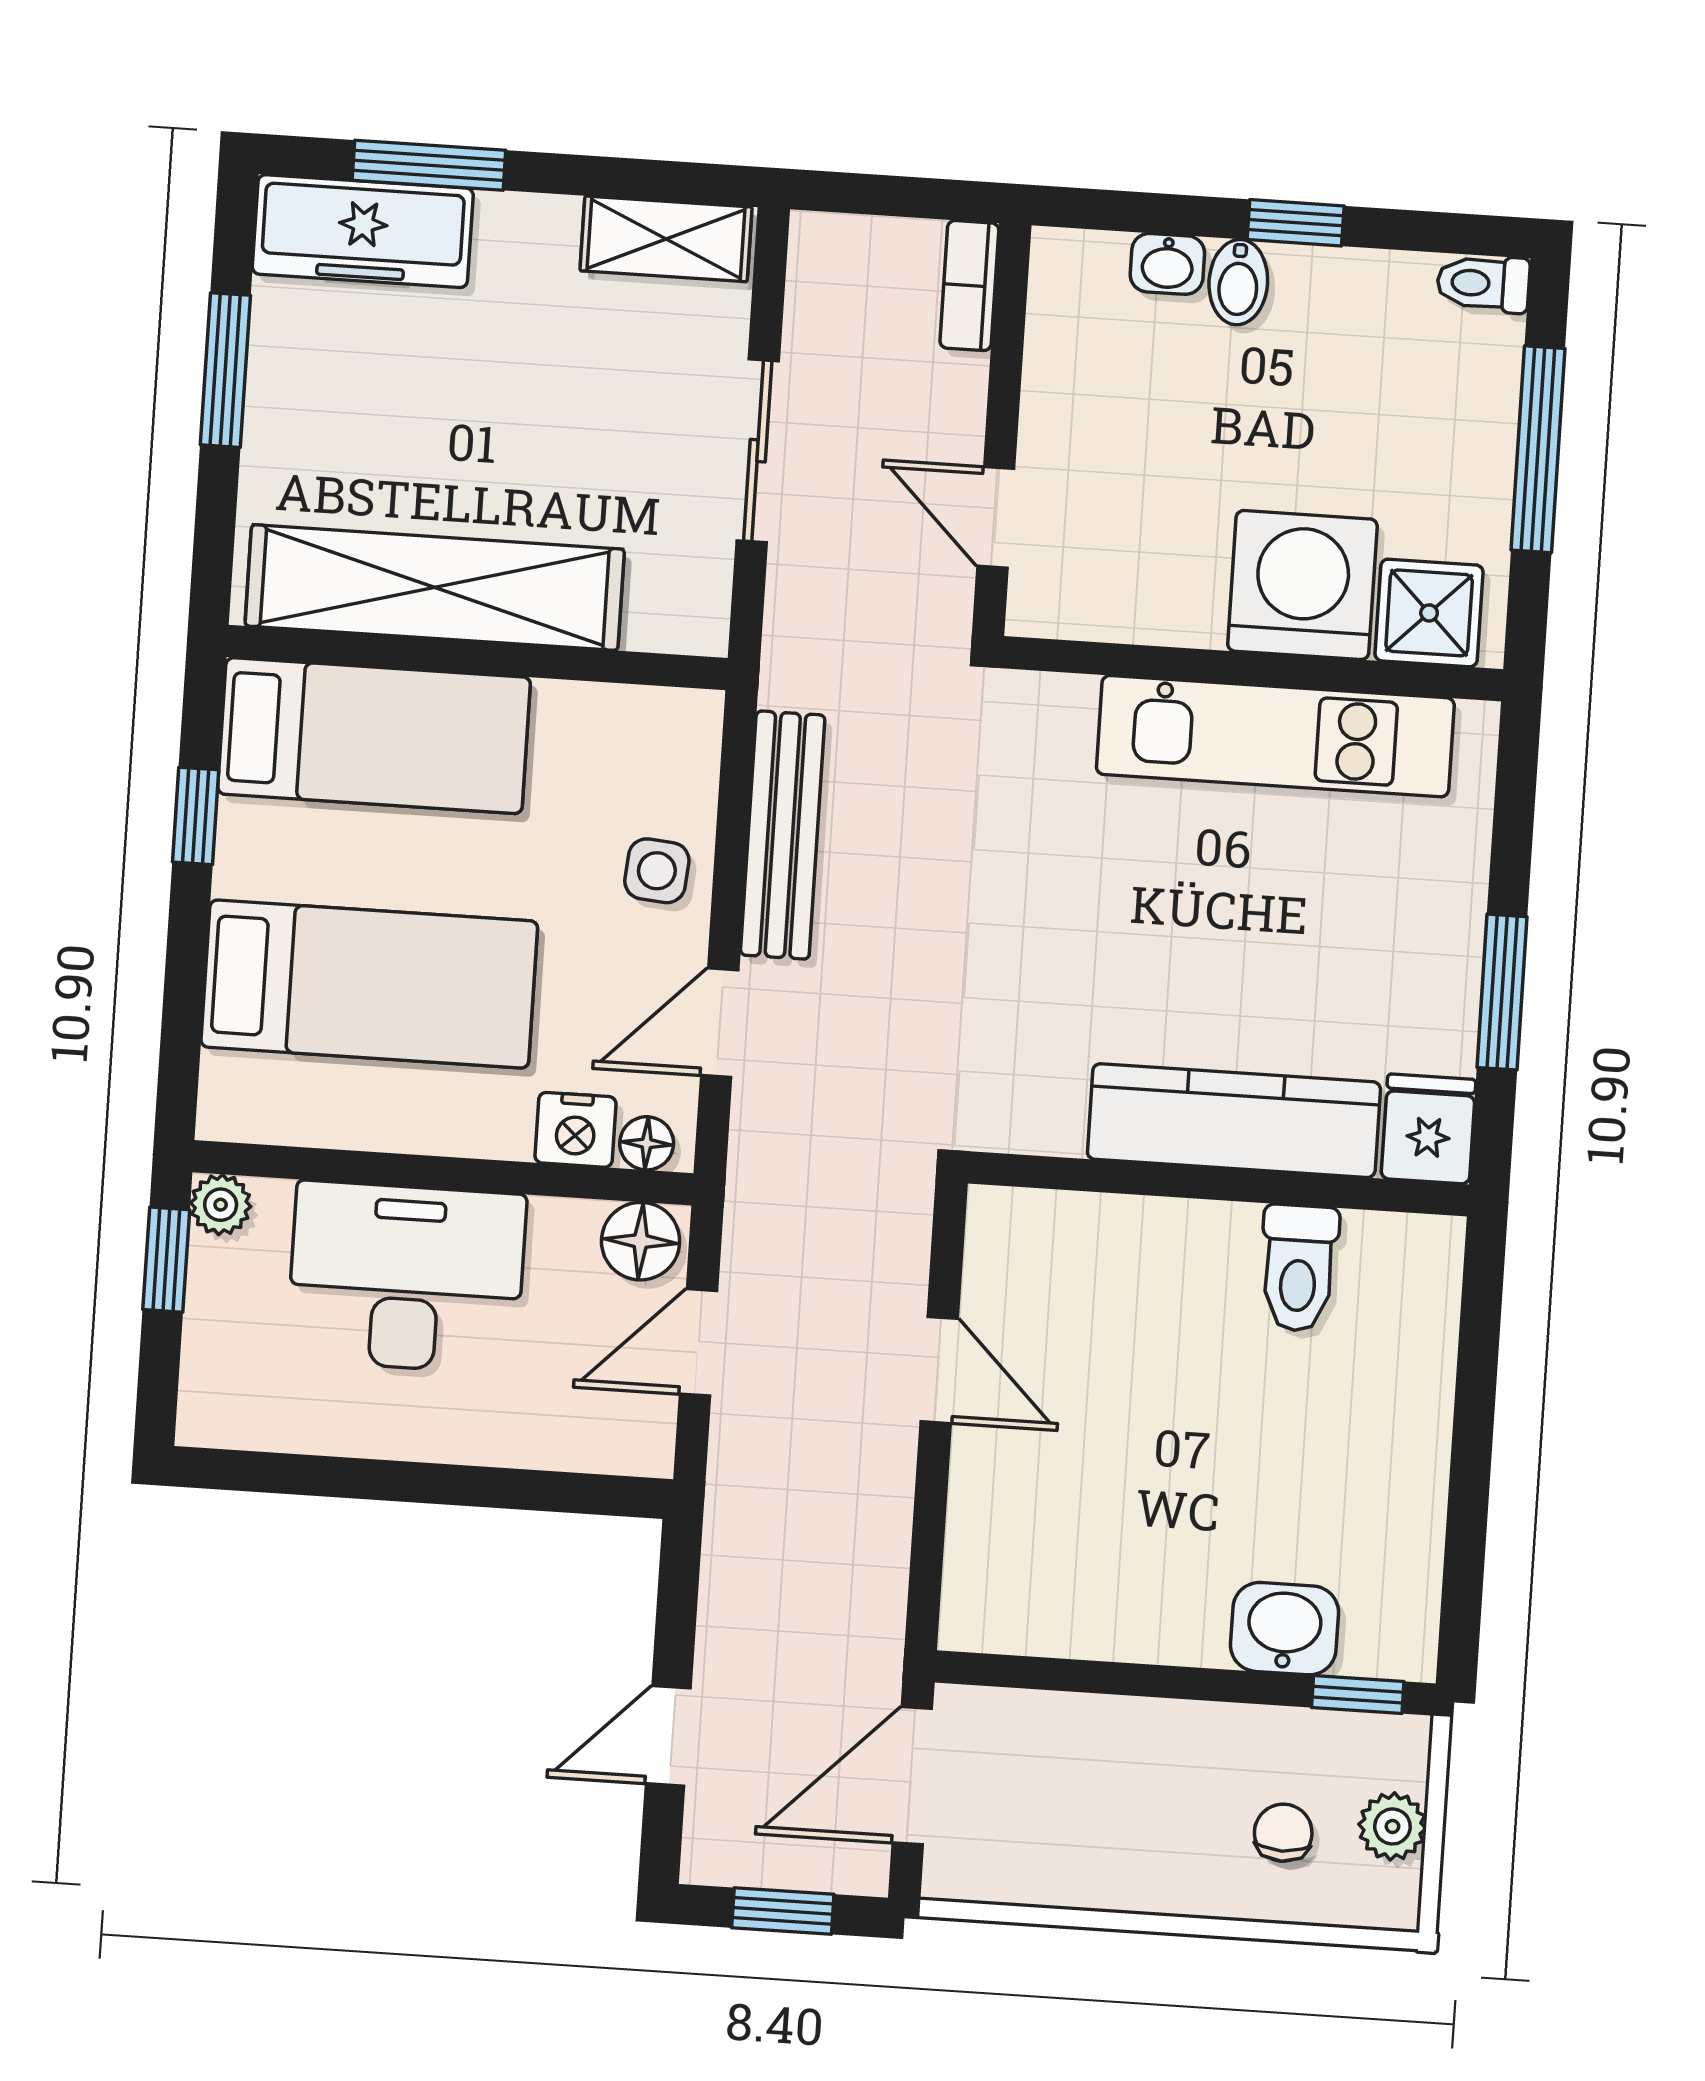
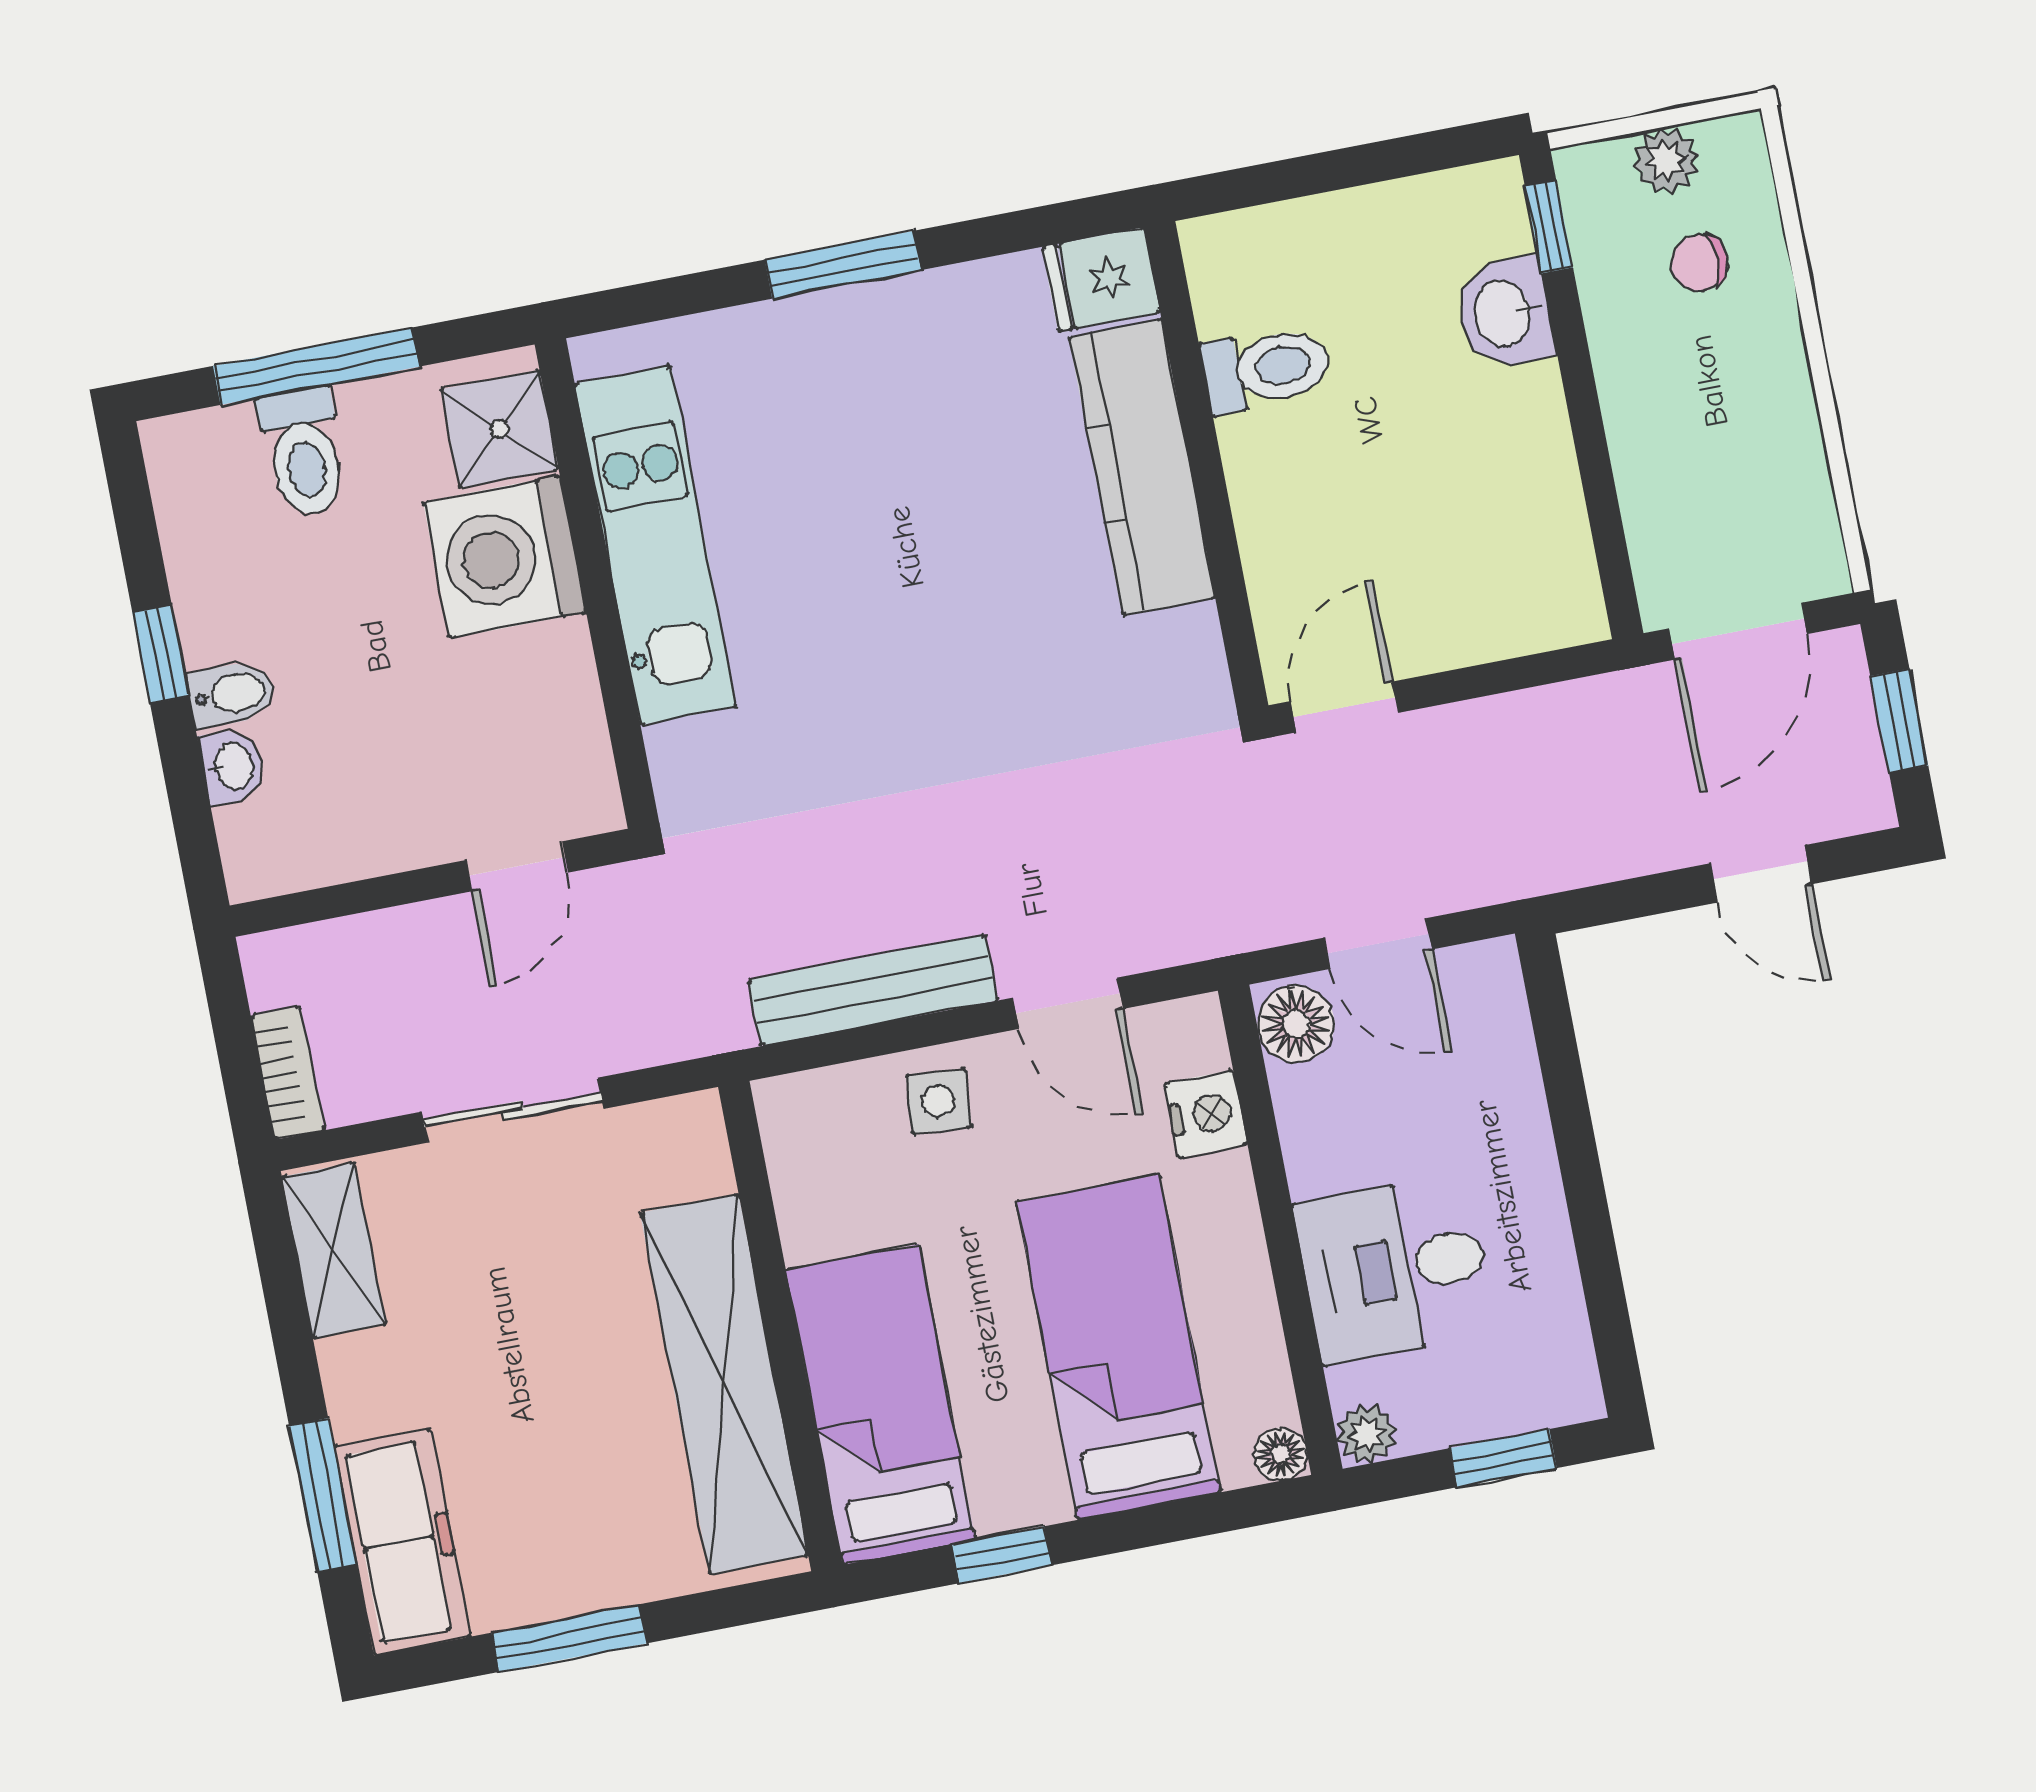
toilet: (1483, 283) -> (304, 452), moved, width x1.37, depth x1.39
bookcase: (969, 286) -> (287, 1073), moved, turned -90
kitchen counter: (1234, 1121) -> (1142, 467), moved
fridge: (1428, 1129) -> (1101, 280), moved
floor lamp: (647, 1143) -> (1280, 1454), moved
wall: (1218, 1184) -> (1206, 466), moved
window: (166, 1260) -> (1503, 1458), moved
toilet: (1299, 1268) -> (1266, 369), moved
desk: (406, 1277) -> (1395, 1269), width x0.73
door: (912, 1776) -> (1738, 631), hinge flipped

